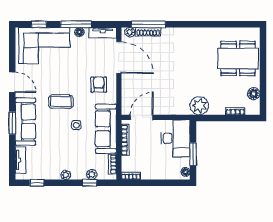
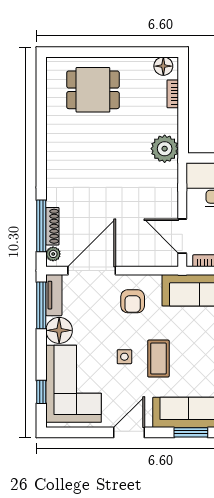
window: (76, 24) -> (41, 305), moved
floor lamp: (79, 32) -> (59, 330), width x1.89, depth x1.89
dining table: (238, 58) -> (93, 90), width x0.73
armchair: (99, 85) -> (133, 301), turned -90
floor lamp: (254, 94) -> (163, 66), moved
side table: (76, 125) -> (124, 357), moved

